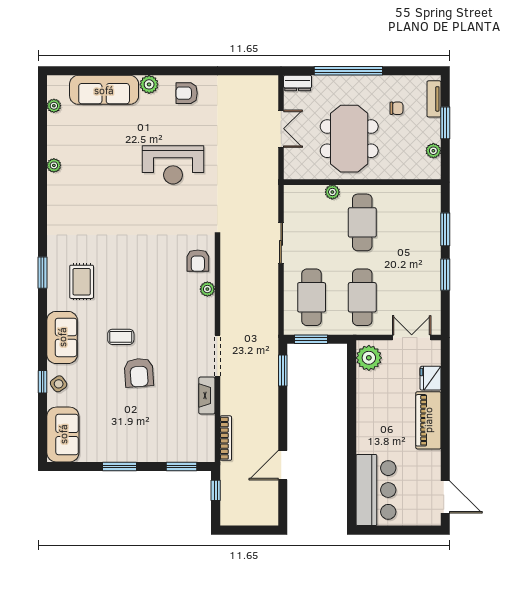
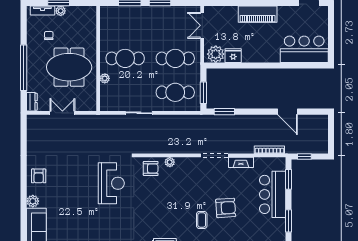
plant: (433, 151) -> (61, 11), moved
reception desk: (173, 165) -> (111, 183), moved
fridge: (431, 378) -> (233, 56), moved, turned 180
bar counter: (159, 443) -> (273, 194), added

